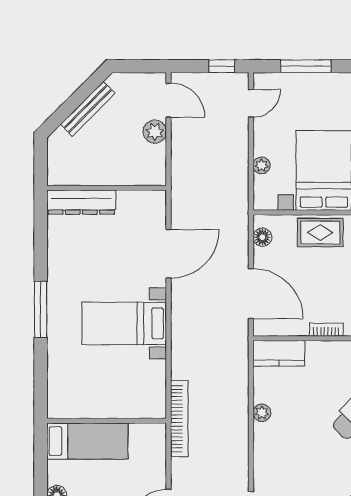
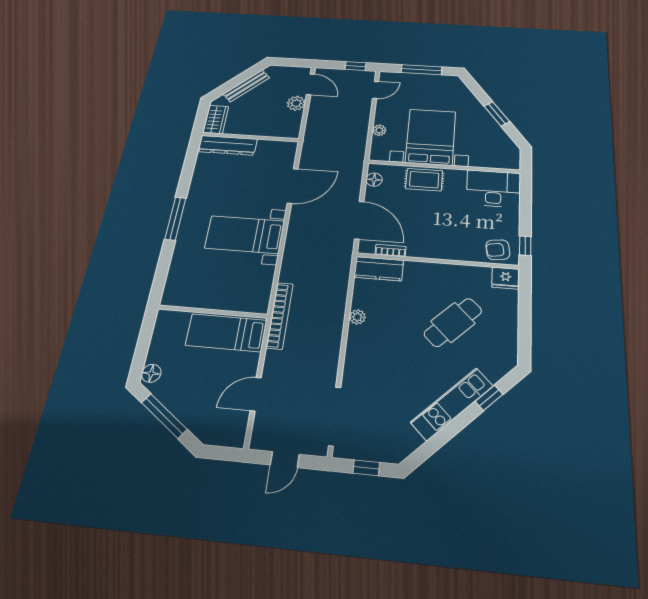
wardrobe: (59, 165) -> (216, 119), added
bookcase: (326, 330) -> (390, 250), moved
bed: (87, 441) -> (226, 333), moved, turned 180

